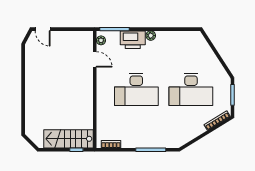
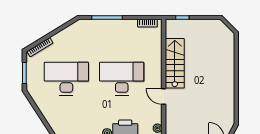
door: (95, 59) -> (164, 96), moved
stairs: (68, 139) -> (175, 63), moved, turned -90

